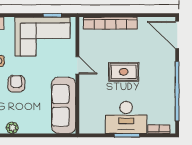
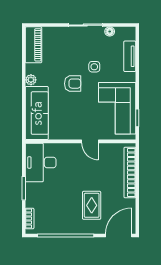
door: (77, 65) -> (90, 141), hinge flipped
rug: (124, 72) -> (92, 205), moved
sofa: (64, 105) -> (37, 113), moved, turned 90
desk: (126, 117) -> (41, 163), moved

